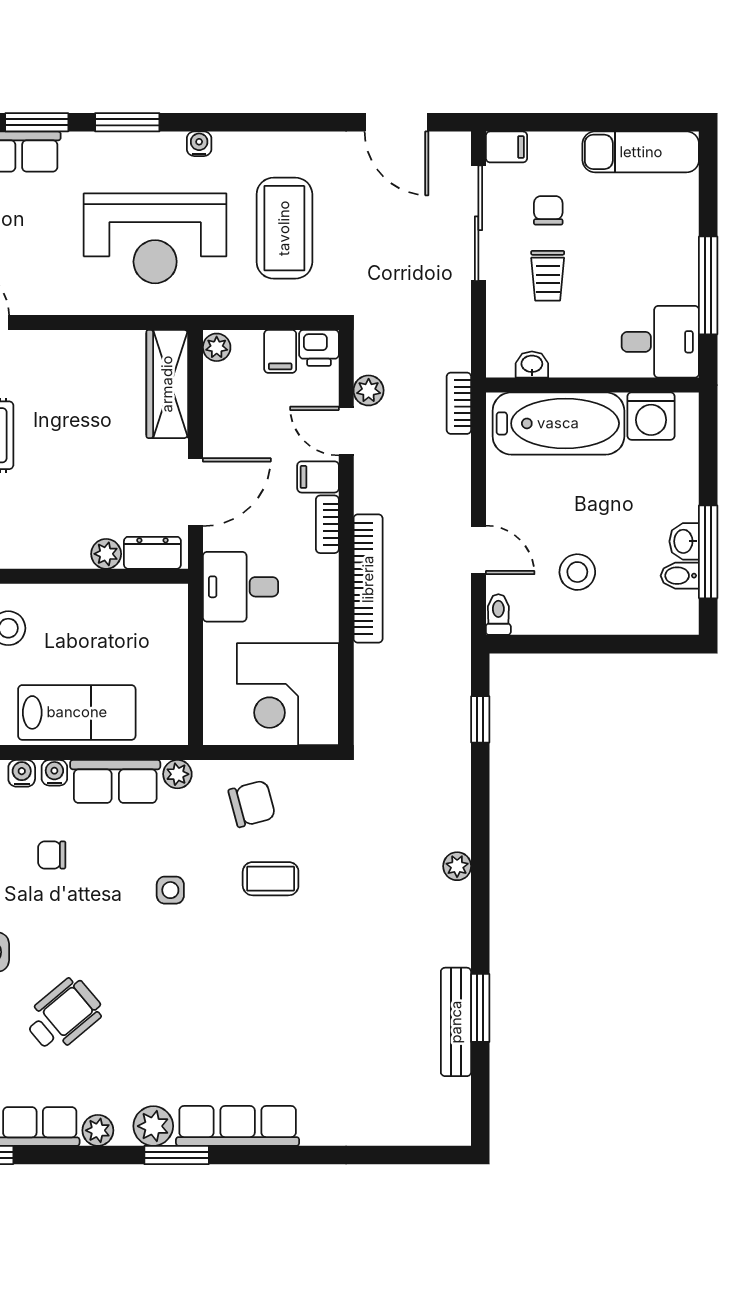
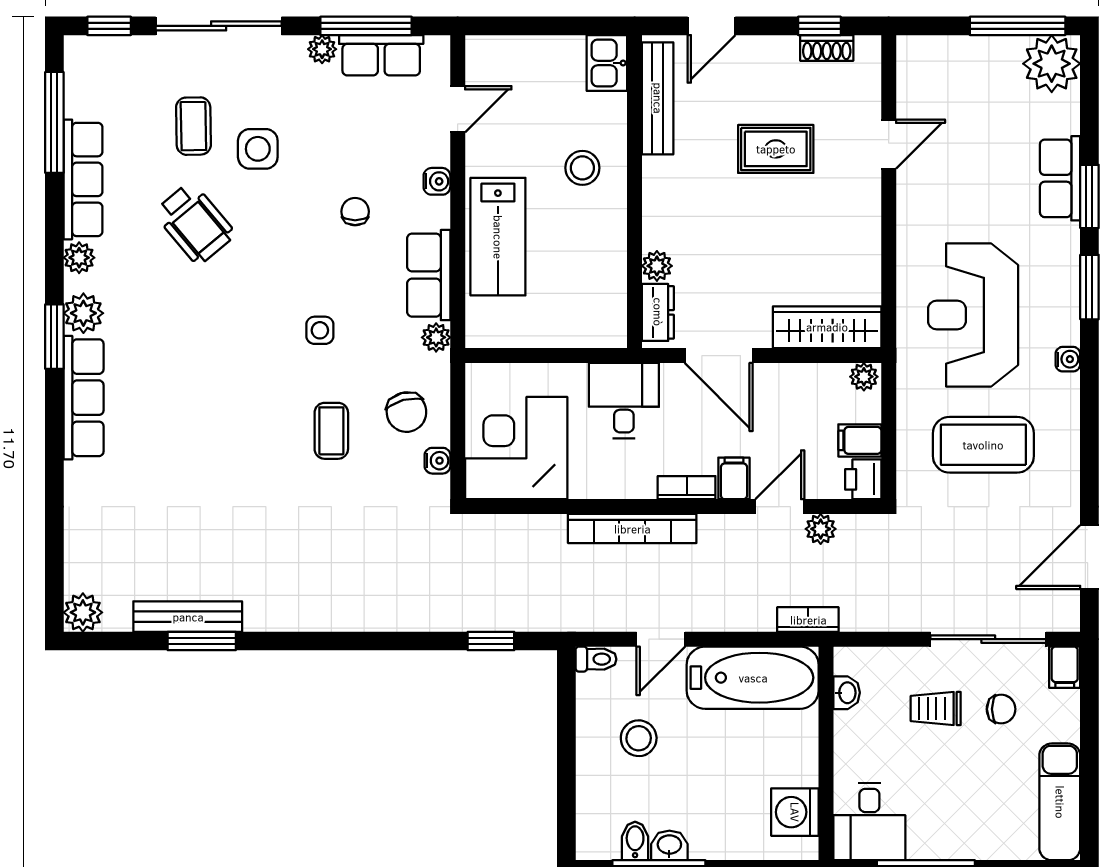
bathtub: (558, 423) -> (753, 678), moved, turned -90
water cooler: (54, 773) -> (437, 461), moved
plant: (457, 866) -> (83, 612), moved, width x1.38, depth x1.38

